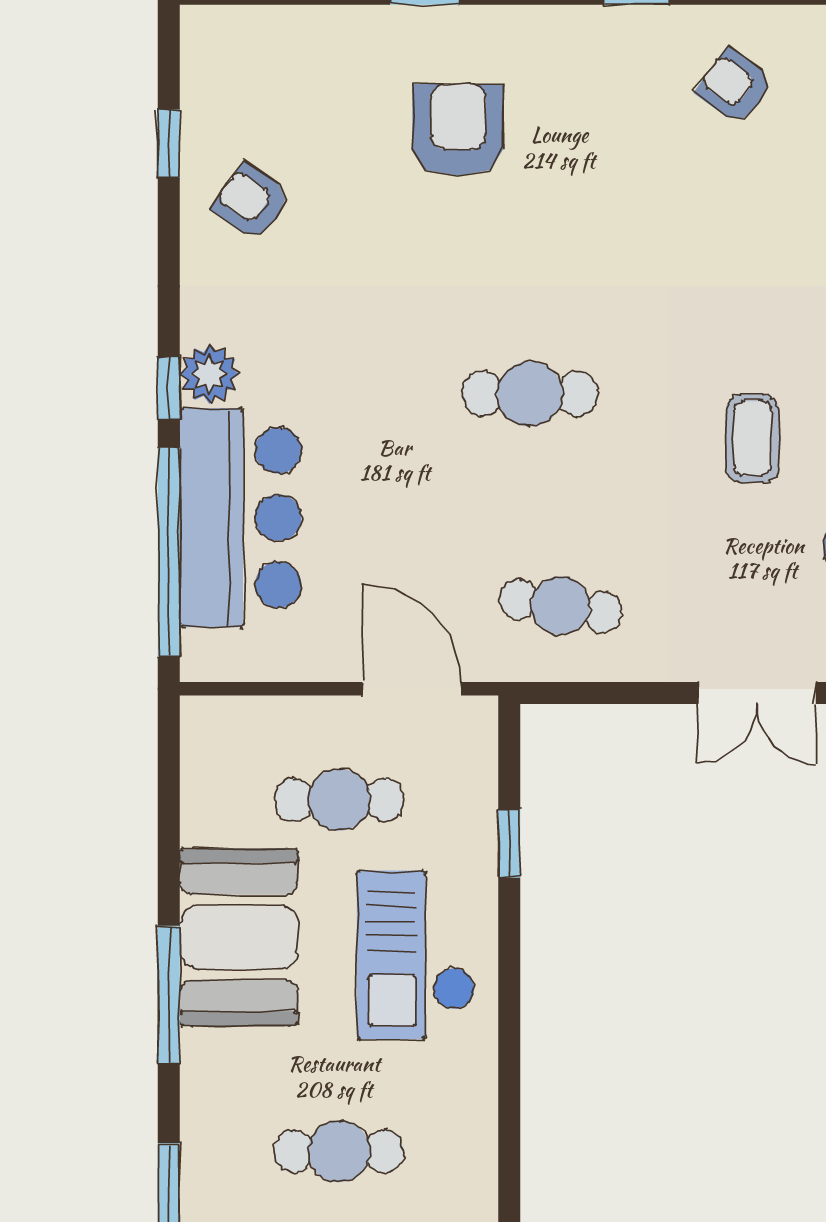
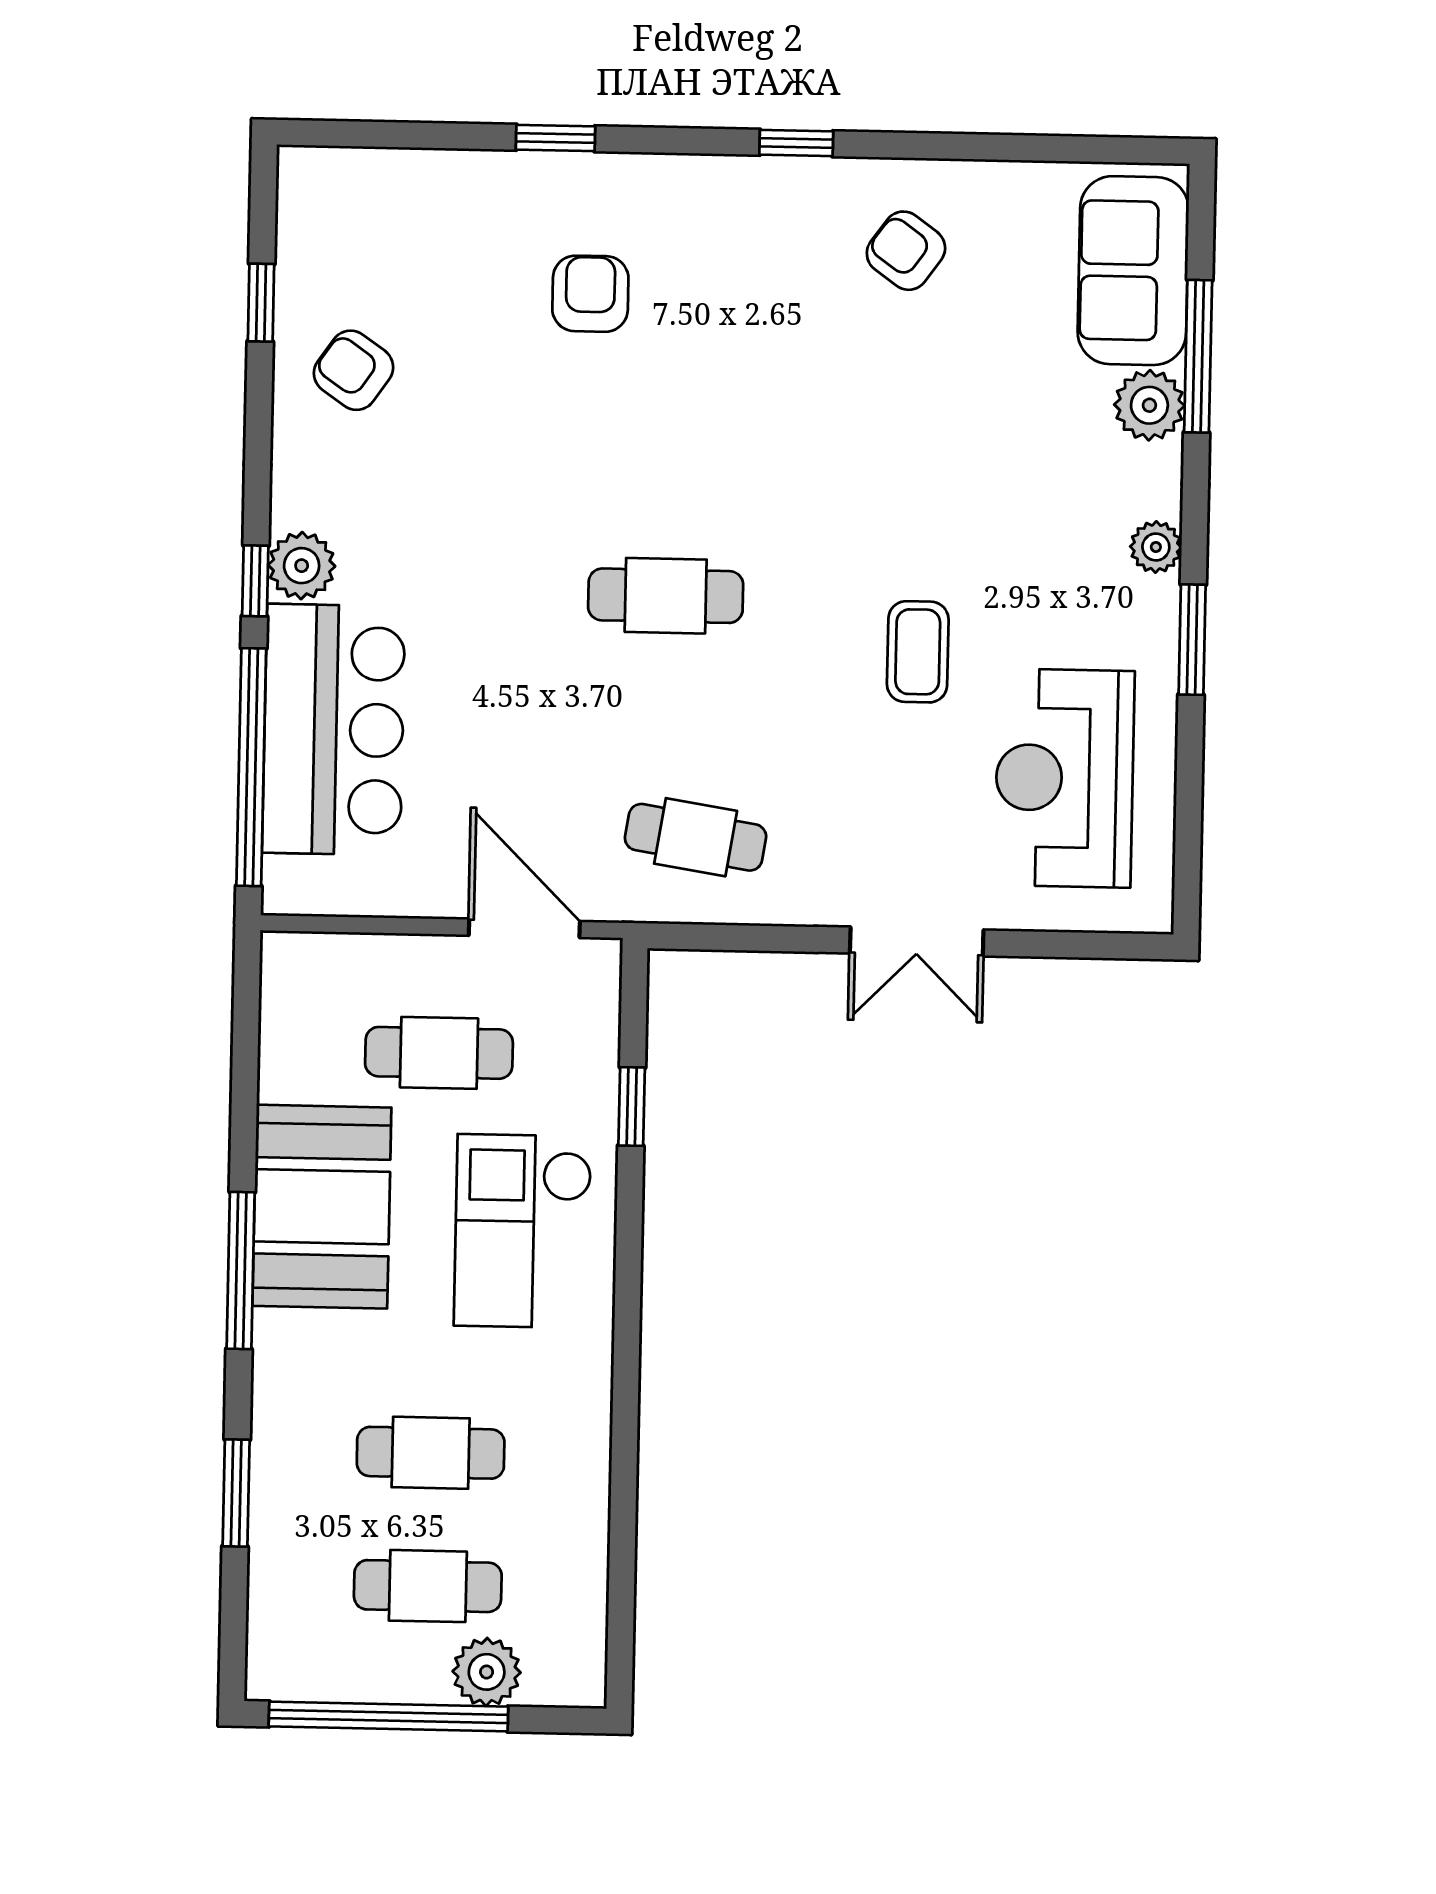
armchair: (458, 130) -> (590, 294), width x0.72, depth x0.72

